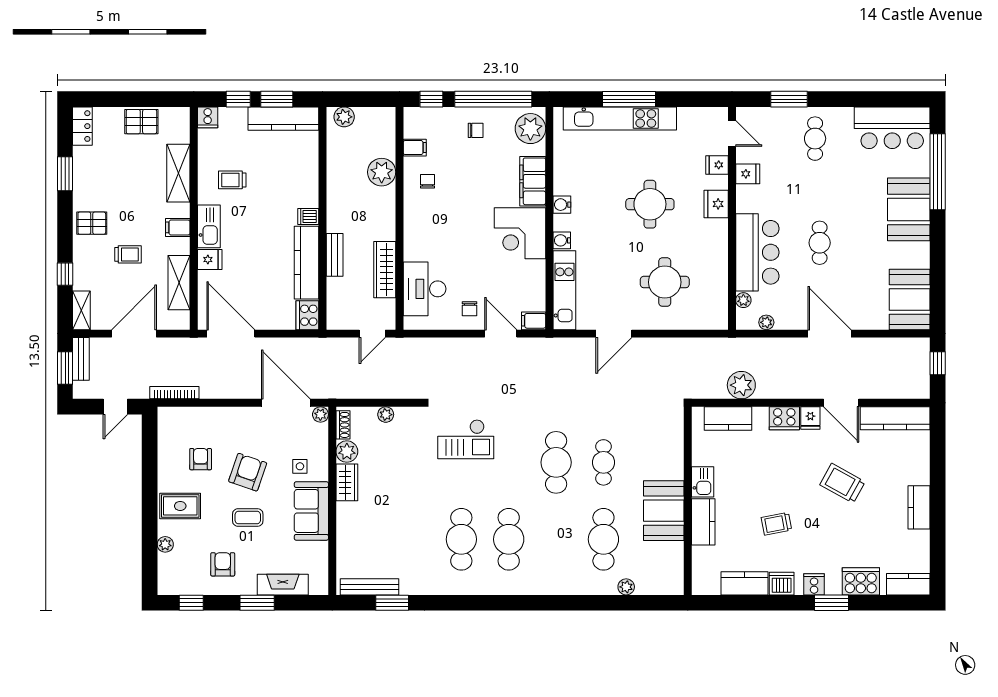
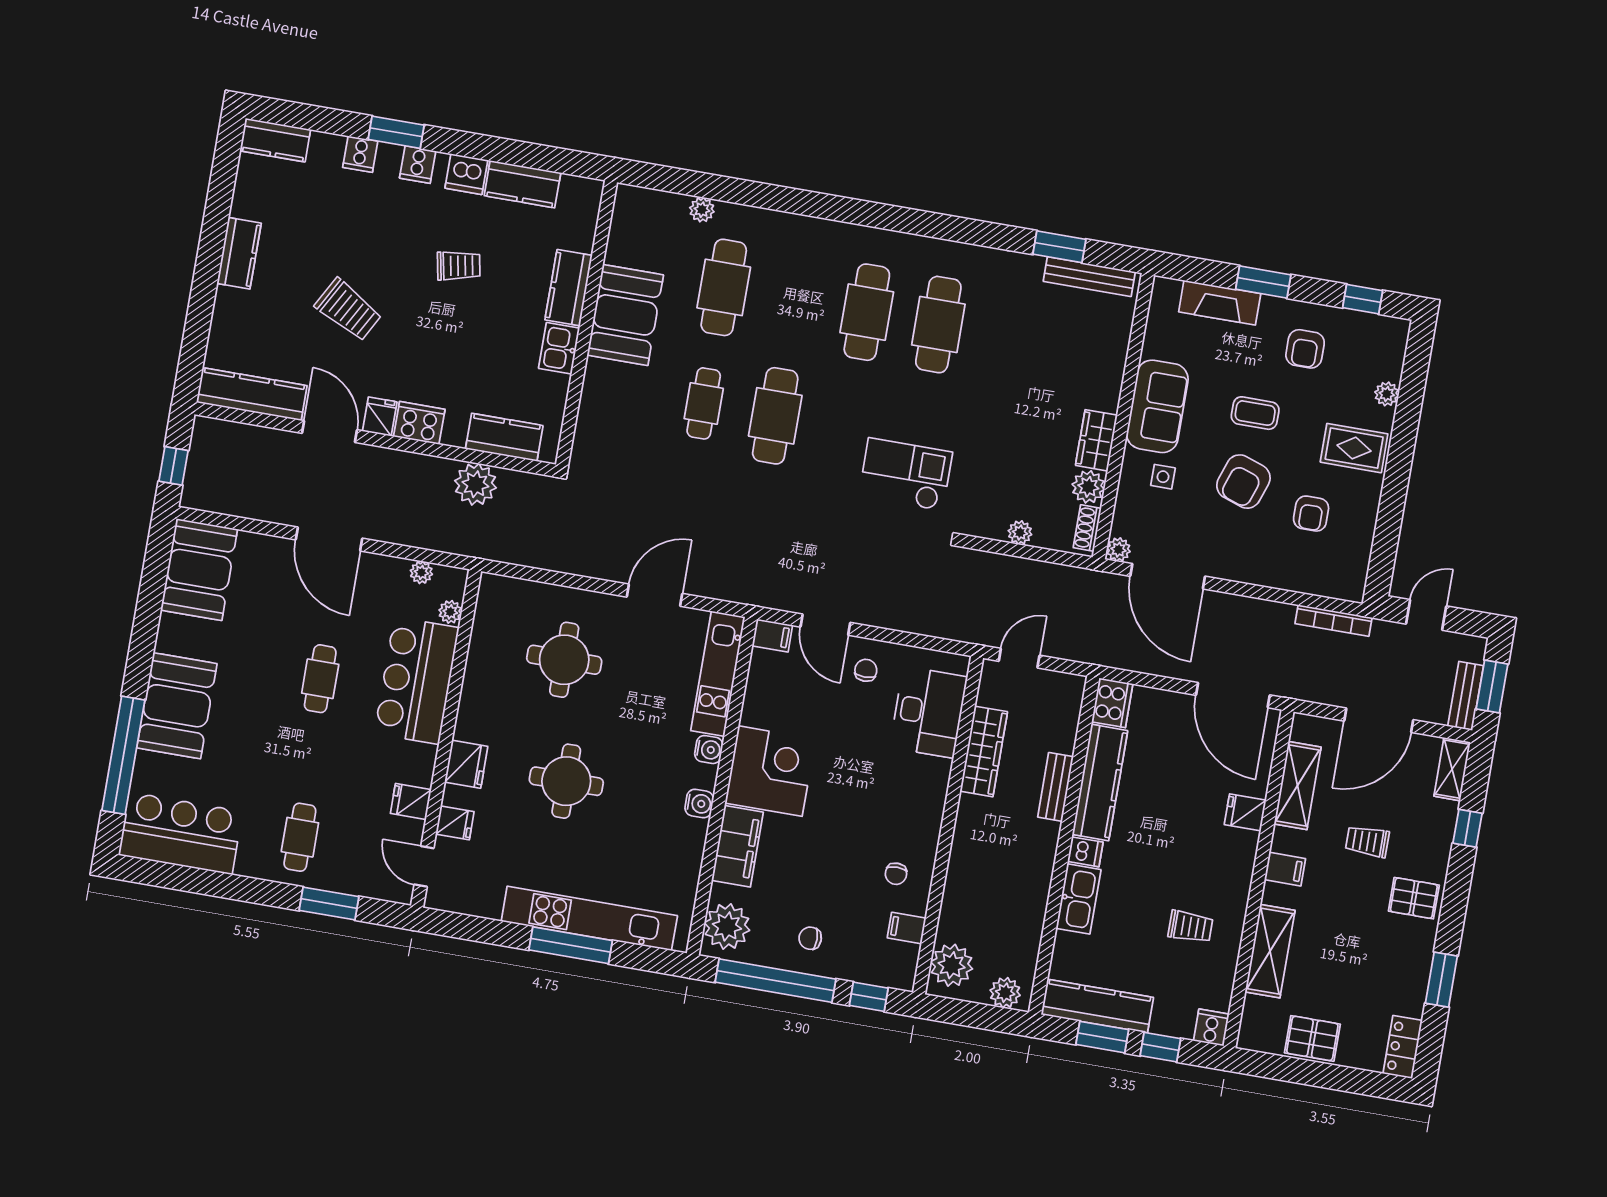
plant: (382, 172) -> (952, 965), moved
kitchen sink: (209, 226) -> (1078, 899), moved, turned 180
cooker: (861, 581) -> (360, 154), width x0.53, depth x0.76

